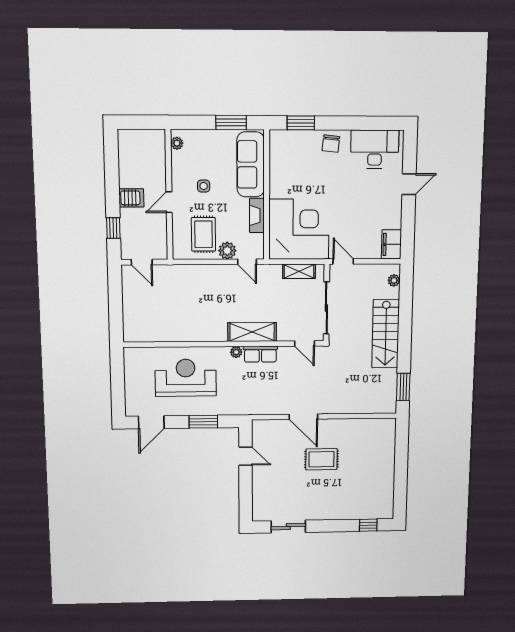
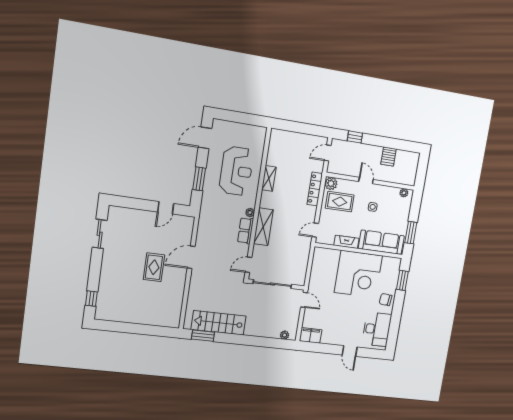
server rack: (131, 198) -> (388, 157), moved
corner desk: (299, 229) -> (358, 274), moved
plant: (227, 251) -> (331, 184), moved
door: (343, 262) -> (304, 300), hinge flipped
shelving: (299, 271) -> (269, 178), moved
locker: (192, 272) -> (315, 189), added
stairs: (386, 334) -> (219, 323), moved
door: (151, 422) -> (205, 138), hinge flipped

